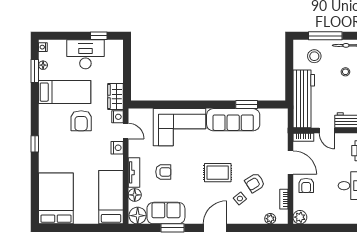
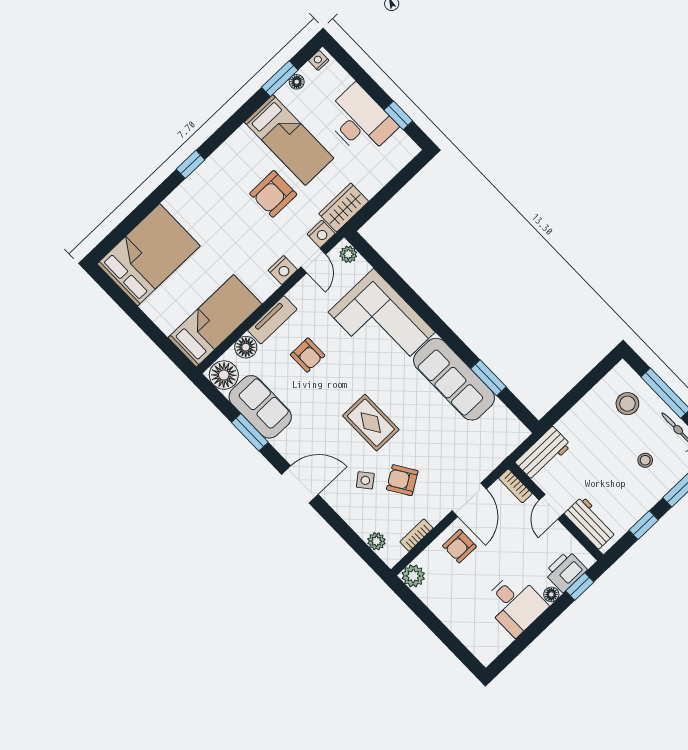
workbench: (304, 99) -> (543, 454), width x0.53, depth x0.76
plant: (137, 114) -> (348, 254), added

